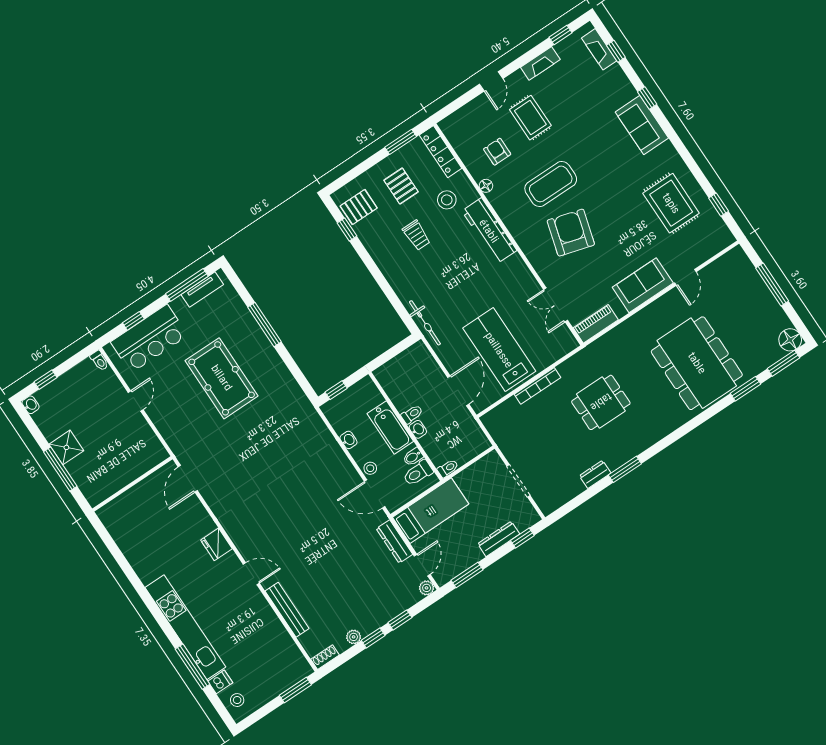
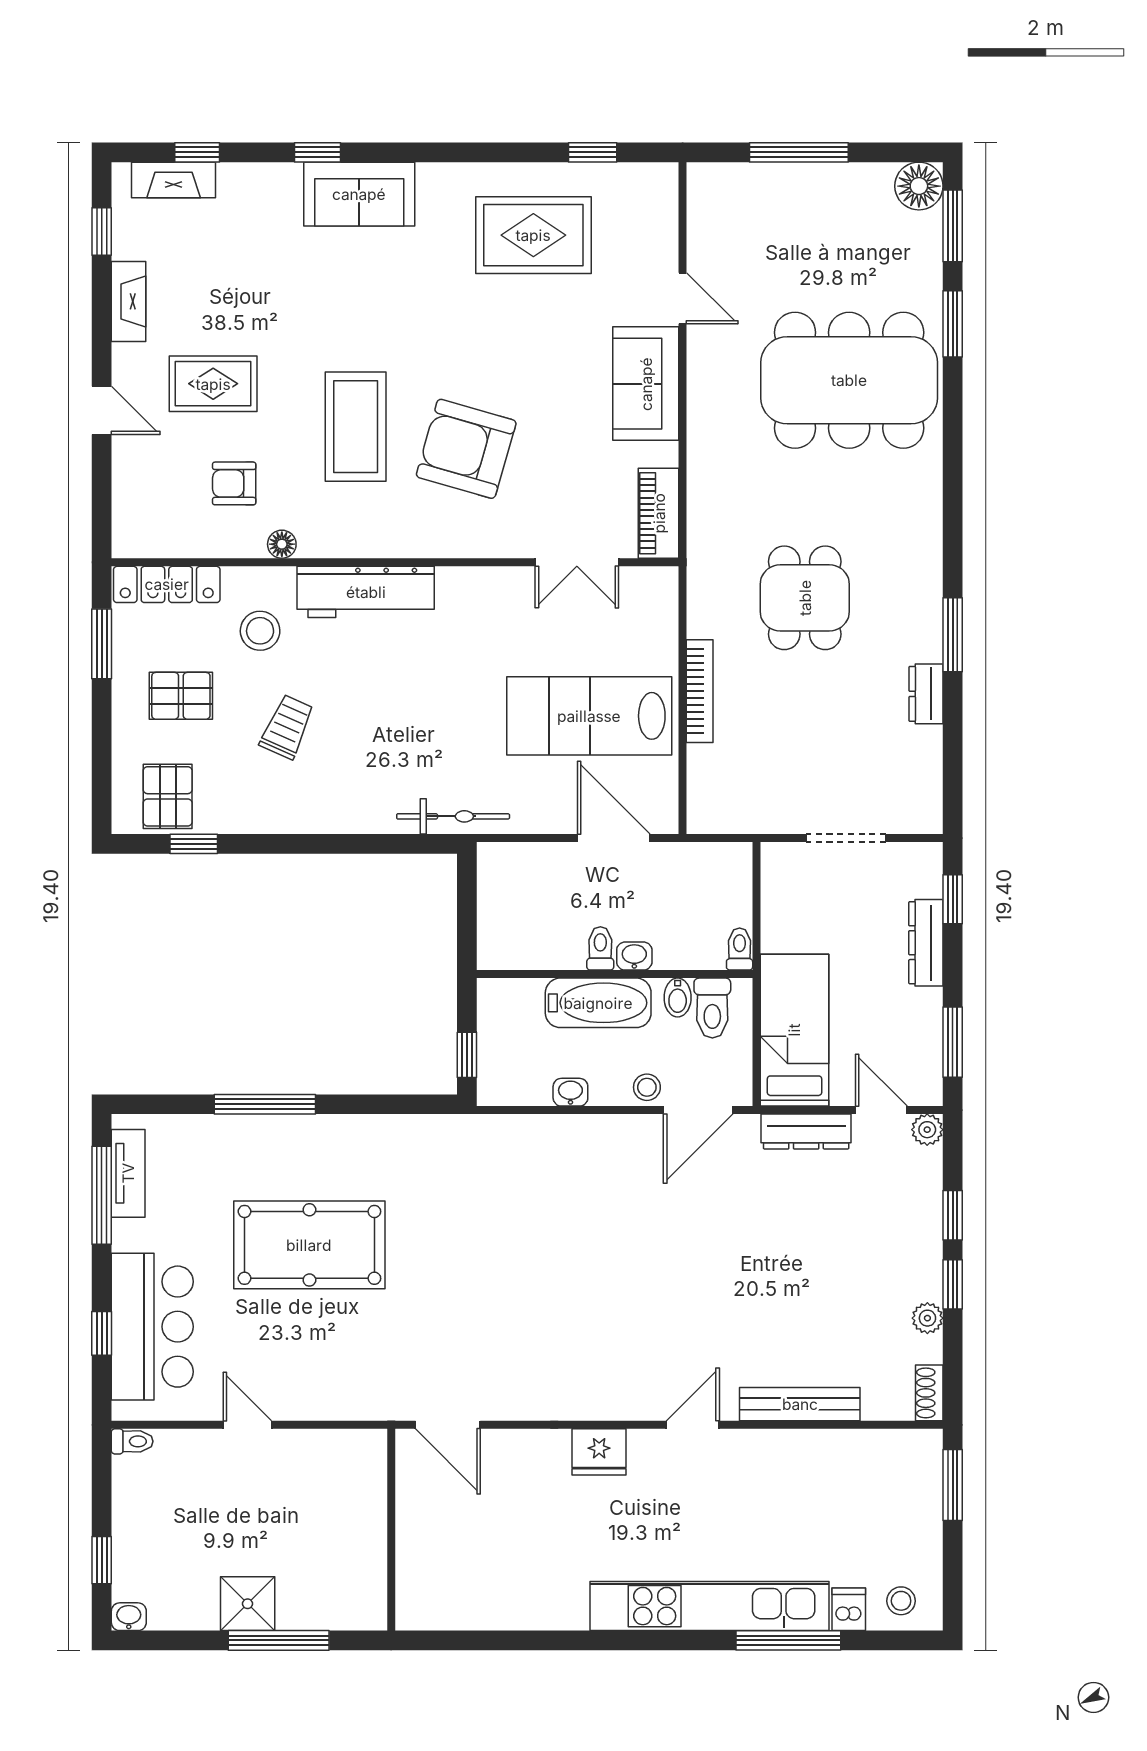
trolley: (417, 235) -> (287, 727), turned -66

